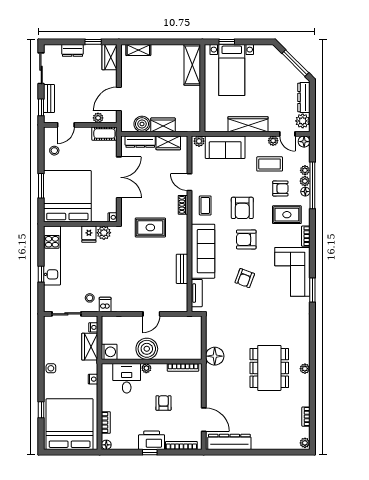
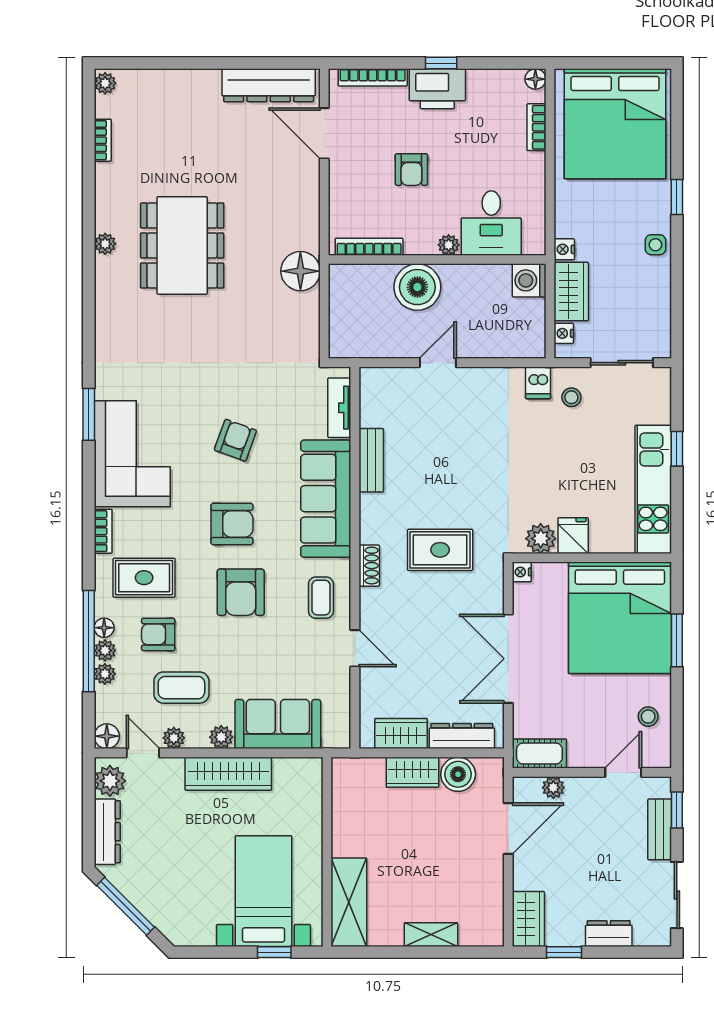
shelving: (138, 50) -> (431, 935), moved
plant: (199, 141) -> (221, 737), moved
shoe rack: (183, 205) -> (369, 566), moved
armchair: (242, 208) -> (241, 592), turned 180
boiler: (147, 349) -> (417, 287), moved
nightstand: (93, 379) -> (564, 249), moved
window: (41, 410) -> (677, 197), moved

